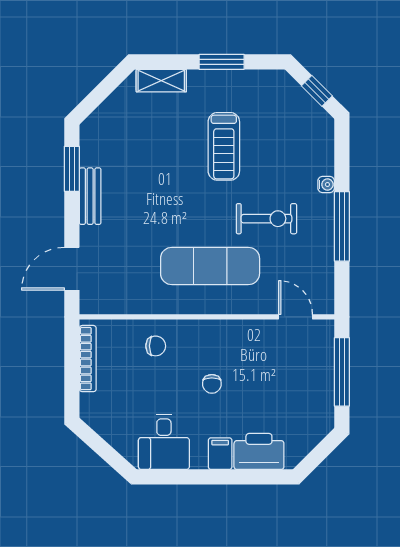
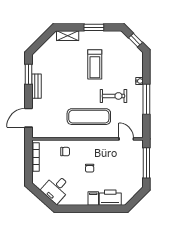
desk: (164, 442) -> (56, 189), moved, turned 42

